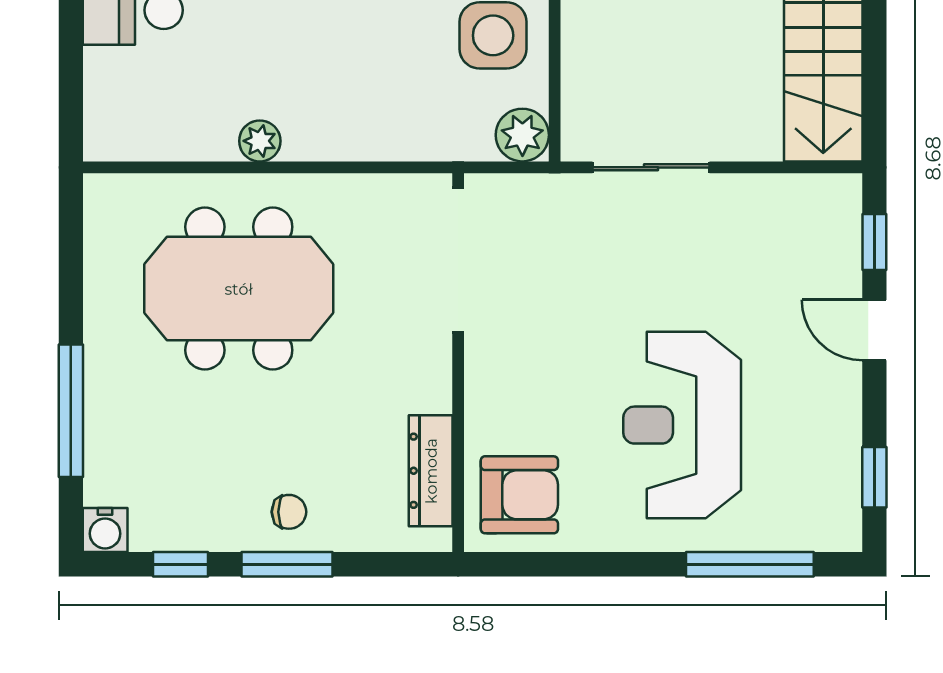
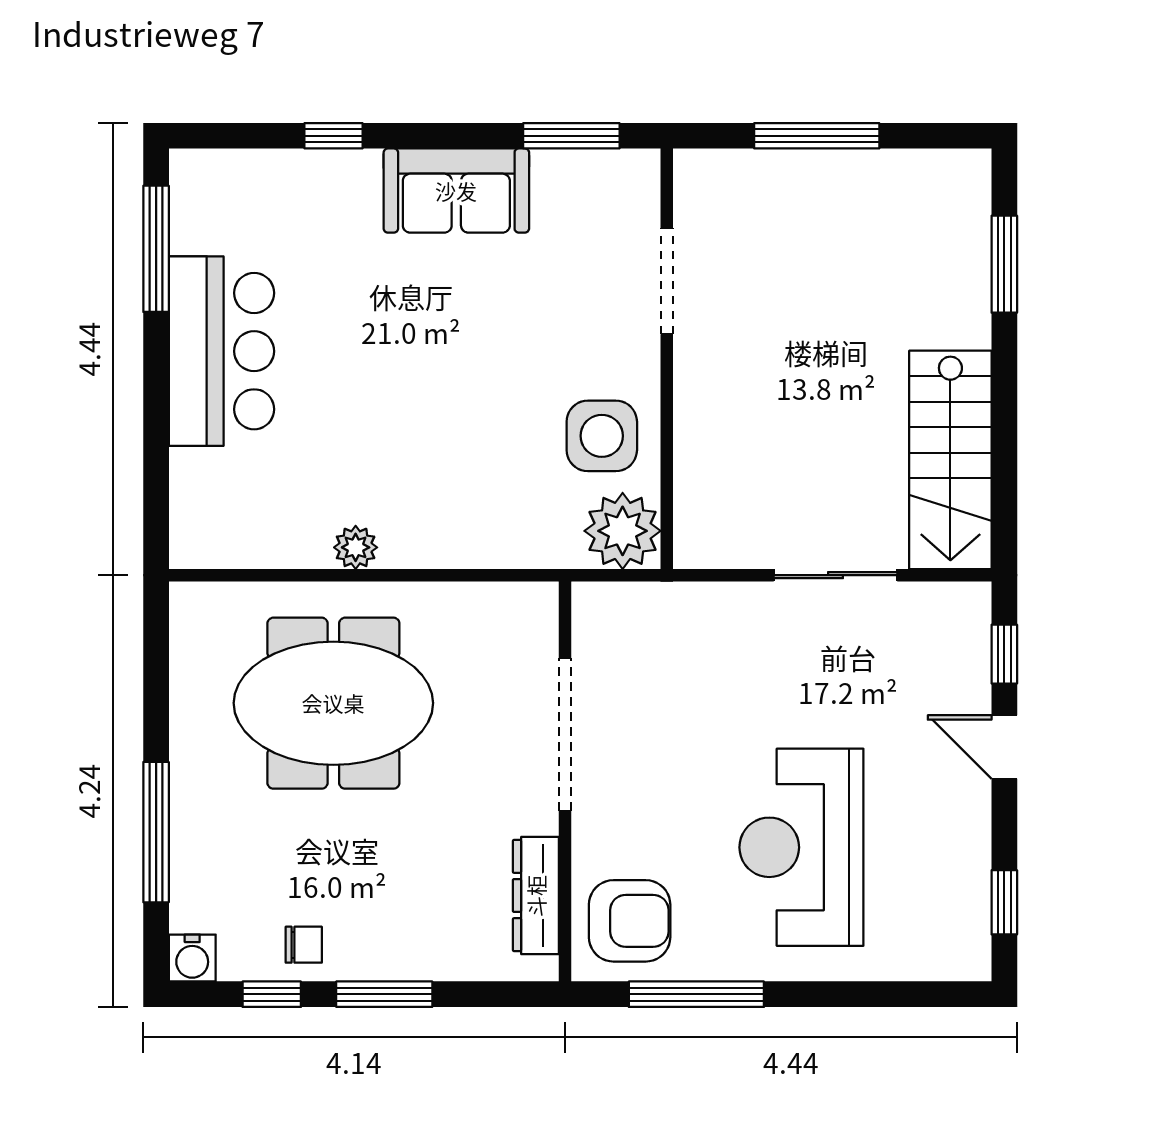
plant: (522, 135) -> (623, 531), width x1.36, depth x1.36
sliding door: (651, 167) -> (836, 575), moved
doorway: (458, 260) -> (565, 734), moved
chair: (289, 512) -> (304, 945), moved
window: (750, 564) -> (696, 994), moved

